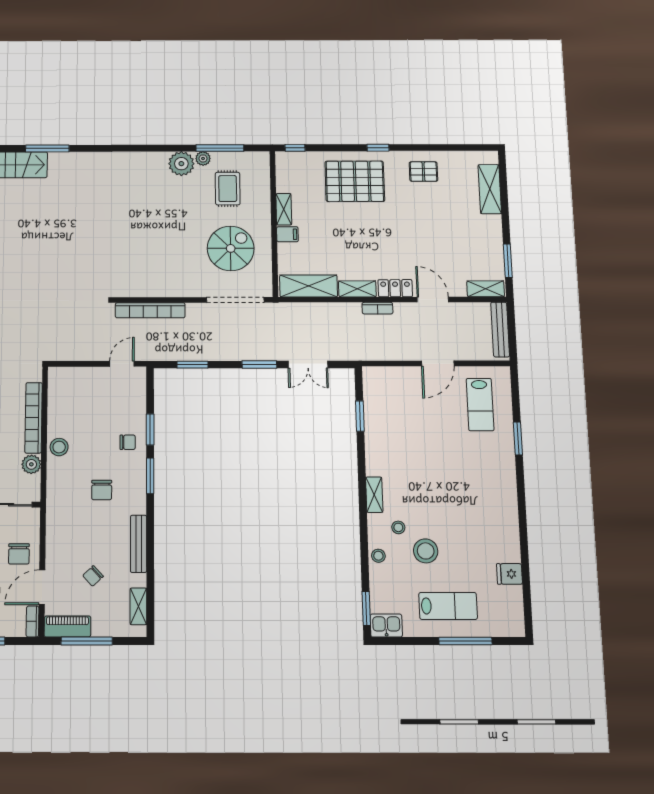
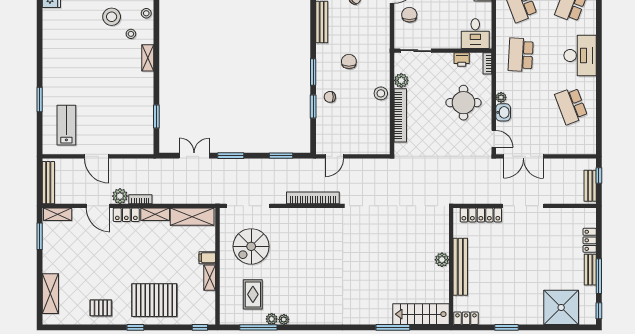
plant: (181, 164) -> (284, 319), width x0.53, depth x0.53
plant: (404, 312) -> (120, 196), added
door: (438, 363) -> (97, 156), swing flipped

